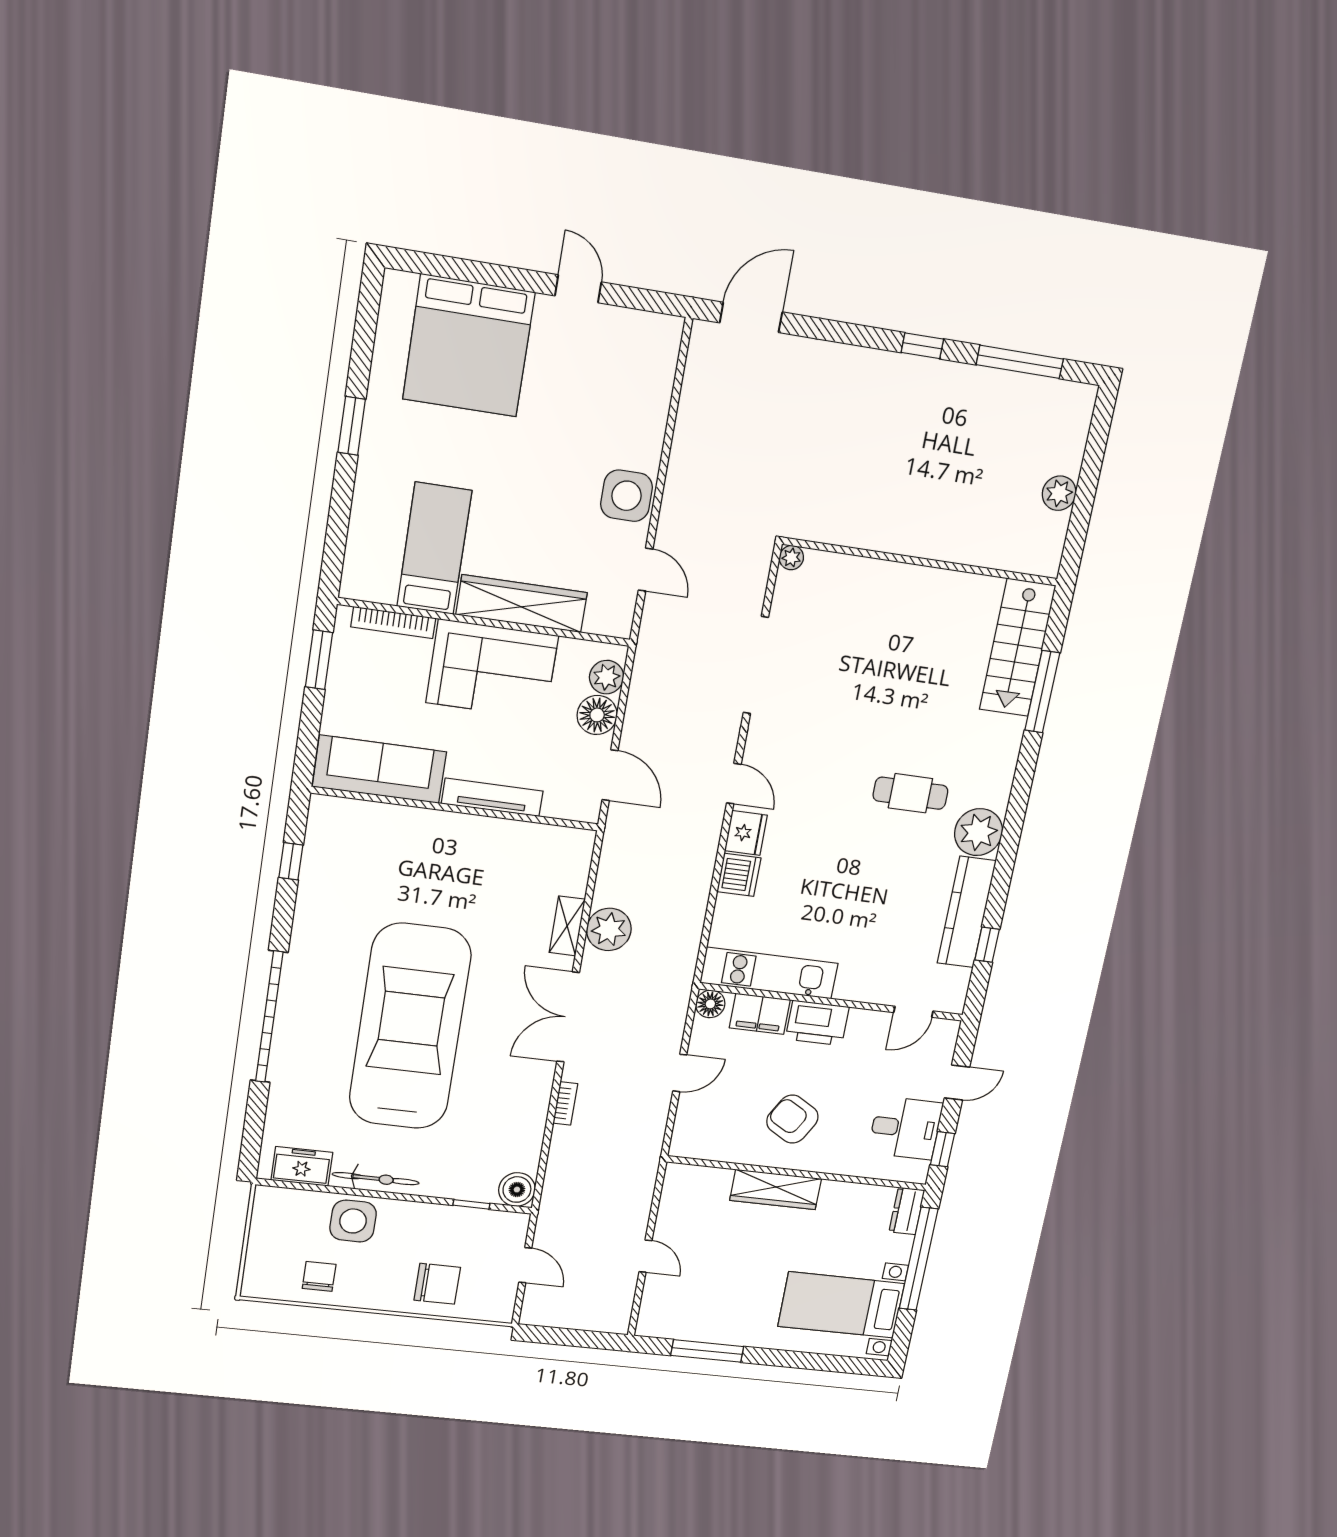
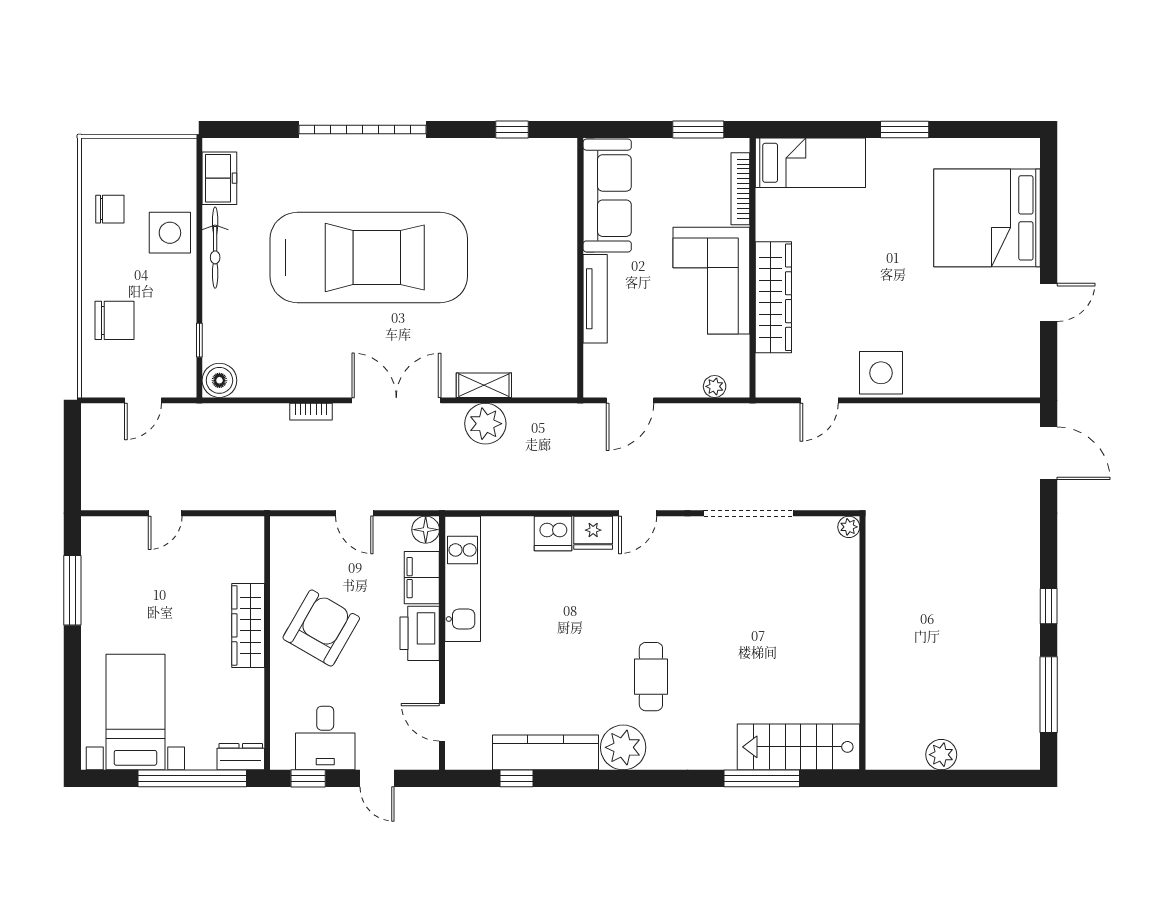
bed: (434, 549) -> (810, 163), moved
plant: (607, 677) -> (715, 386), width x0.73, depth x0.73
floor lamp: (597, 715) -> (683, 380), removed
armchair: (792, 1119) -> (321, 628), width x1.36, depth x1.36
chair: (437, 1284) -> (115, 320), turned -90

